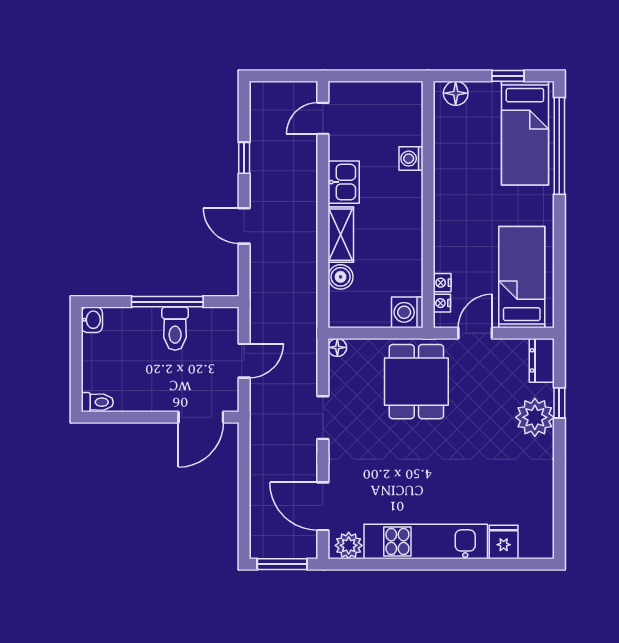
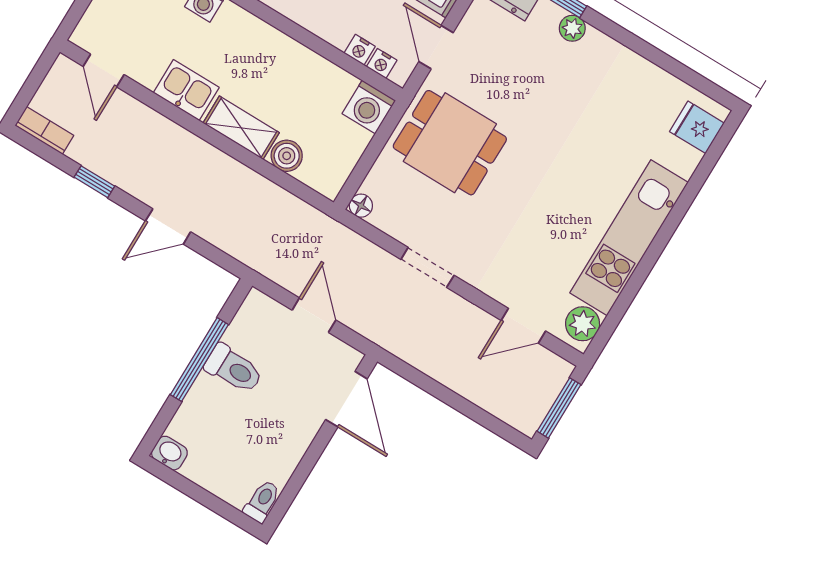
bookcase: (258, 103) -> (44, 130), added
plant: (535, 417) -> (572, 28), width x0.53, depth x0.53
door: (323, 506) -> (523, 326), width x0.73
fridge: (504, 542) -> (697, 127), moved

